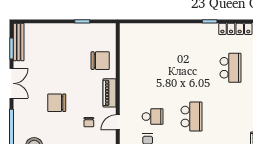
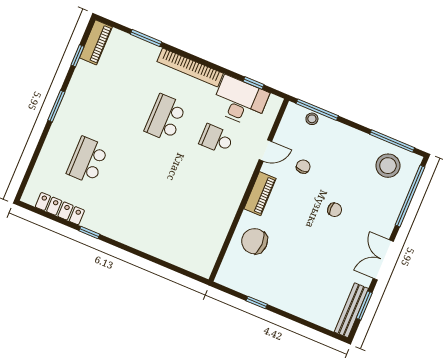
chair: (57, 103) -> (335, 210), width x0.54, depth x0.54

